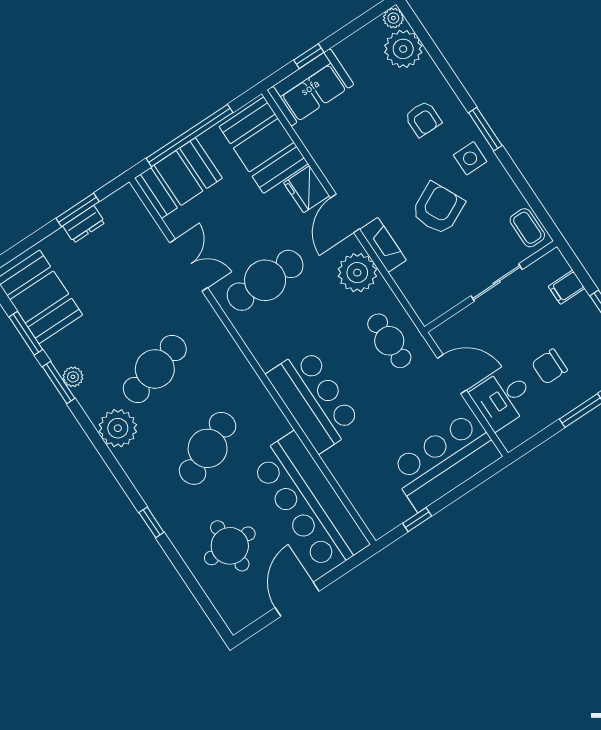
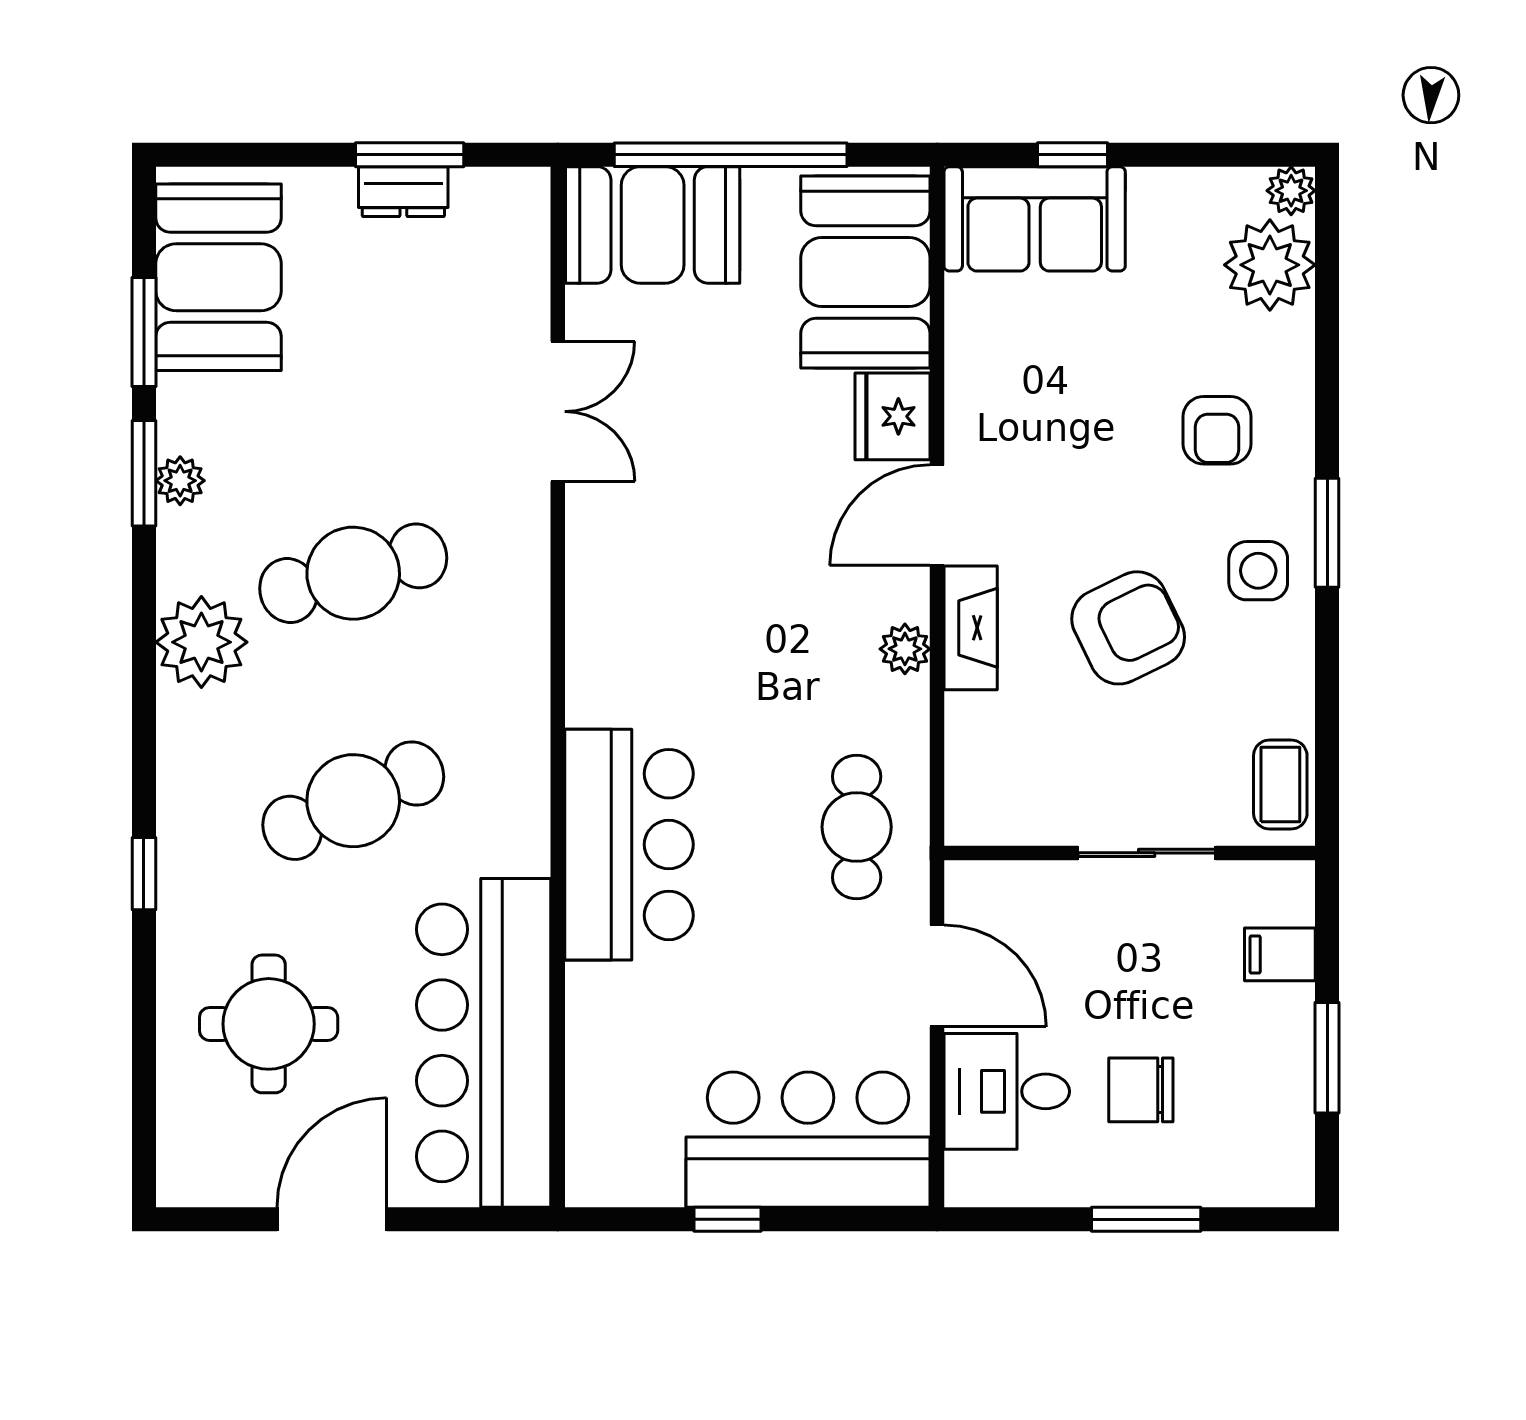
plant: (357, 273) -> (905, 649), width x0.53, depth x0.53
cafe table: (265, 280) -> (690, 543), removed
window: (417, 520) -> (727, 1219), moved

